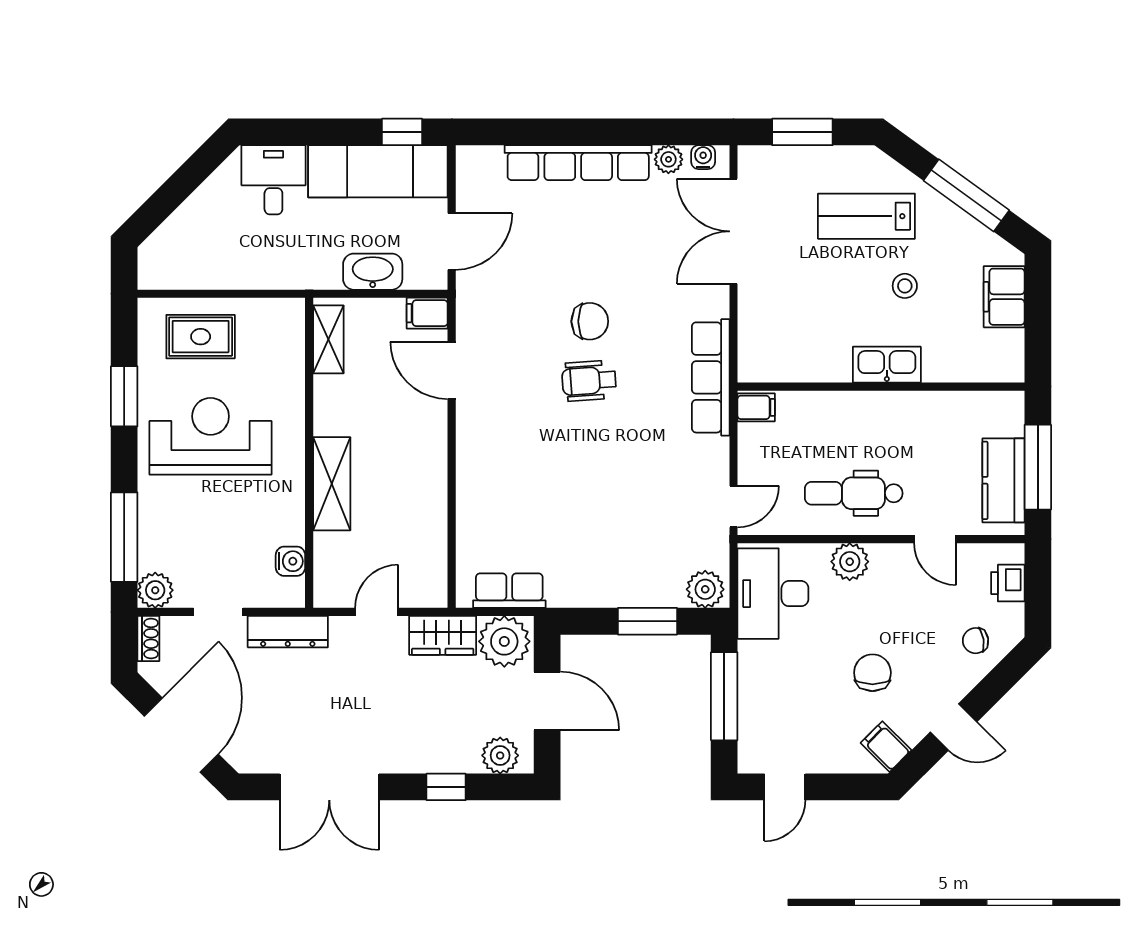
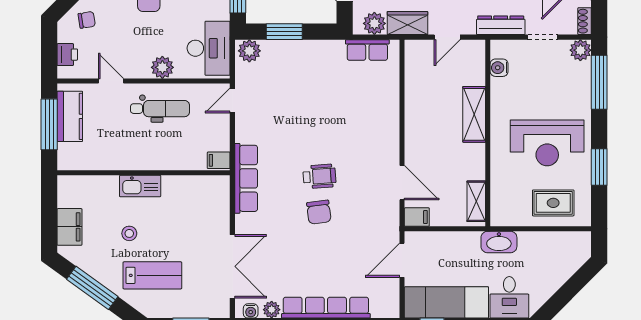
washbasin: (373, 272) -> (499, 242), moved
chair: (590, 321) -> (319, 212), turned -97
plant: (504, 641) -> (374, 23), width x0.73, depth x0.73

